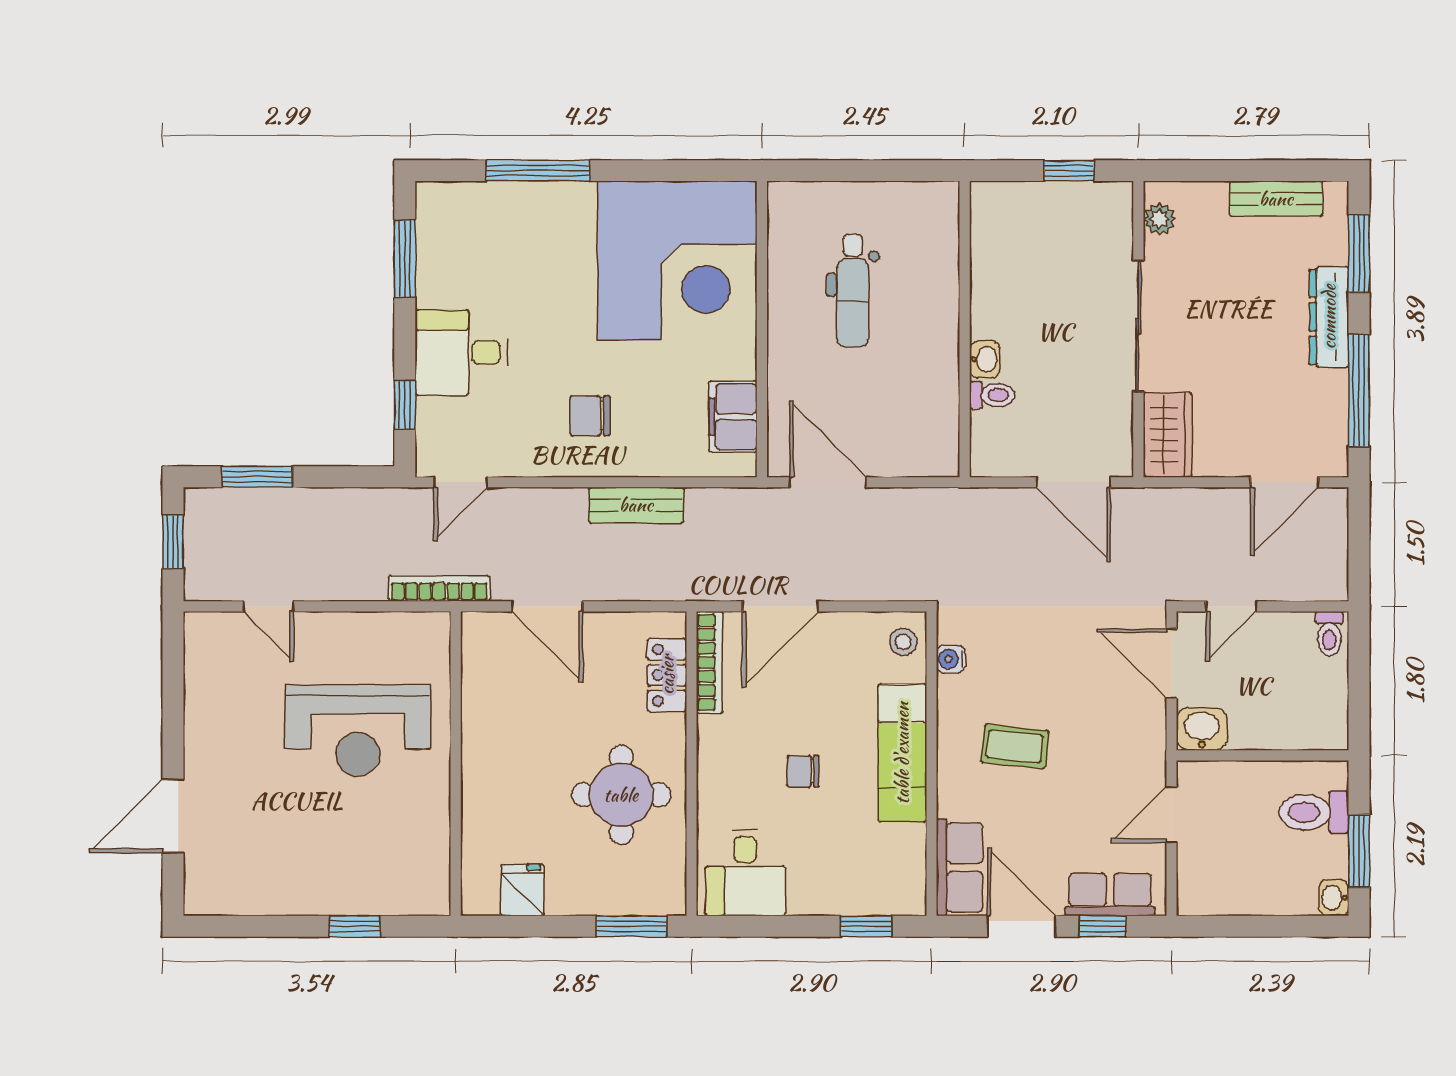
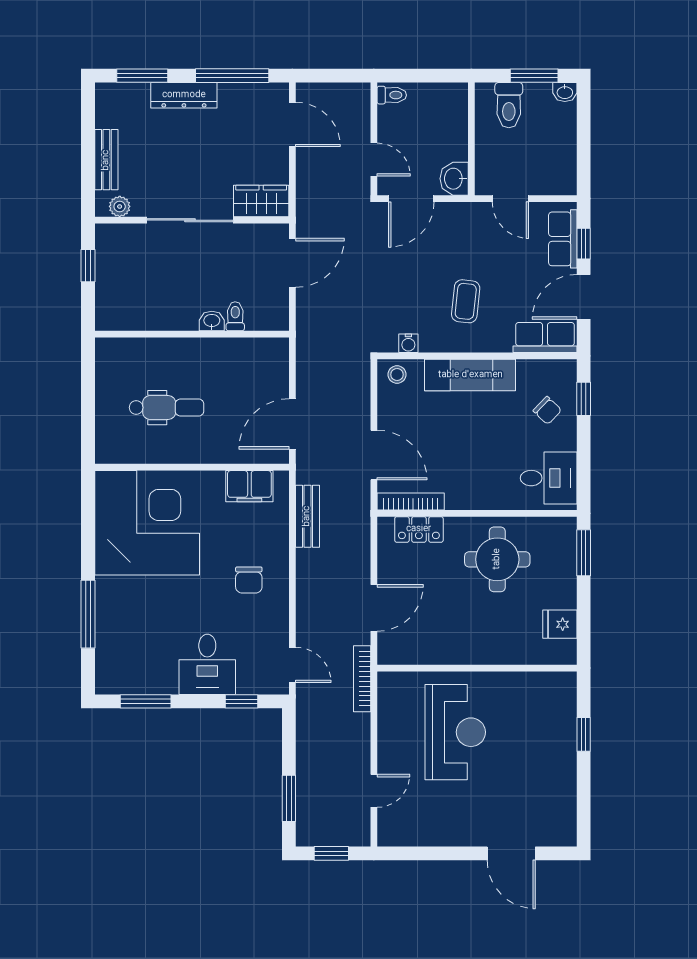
bench: (1276, 199) -> (106, 160), moved
bench: (636, 505) -> (307, 516), moved
chair: (803, 771) -> (547, 410), moved, turned -46

